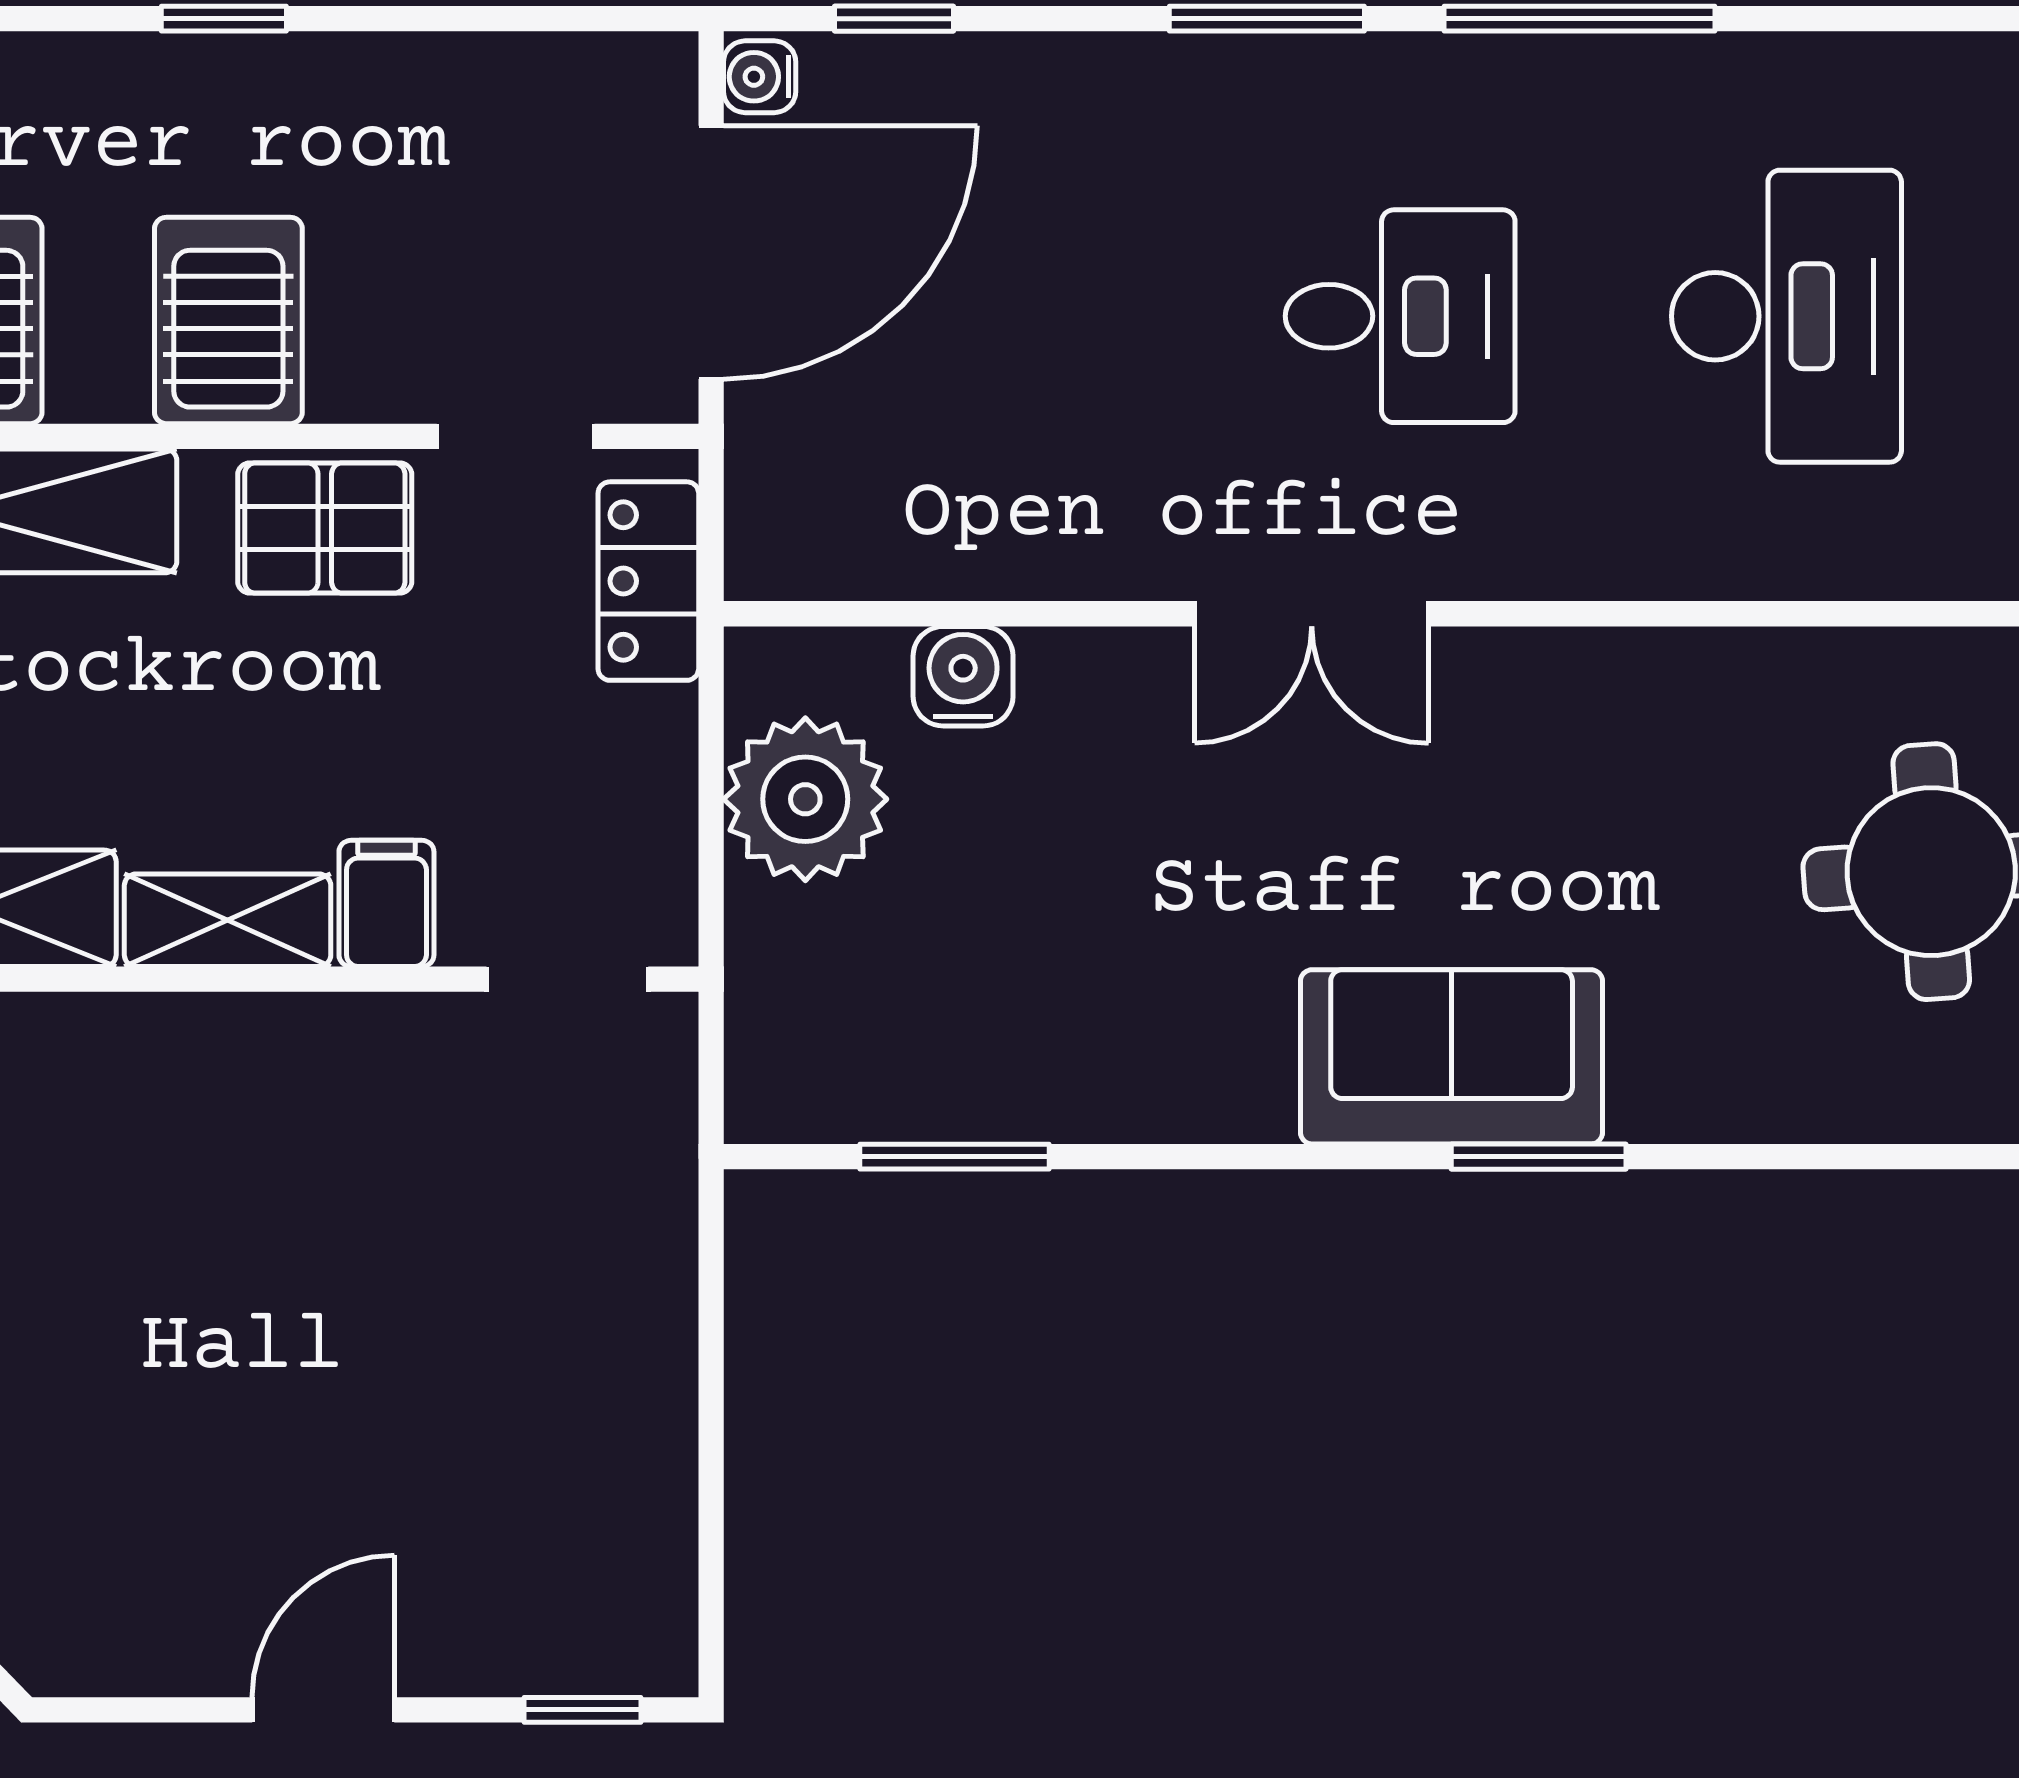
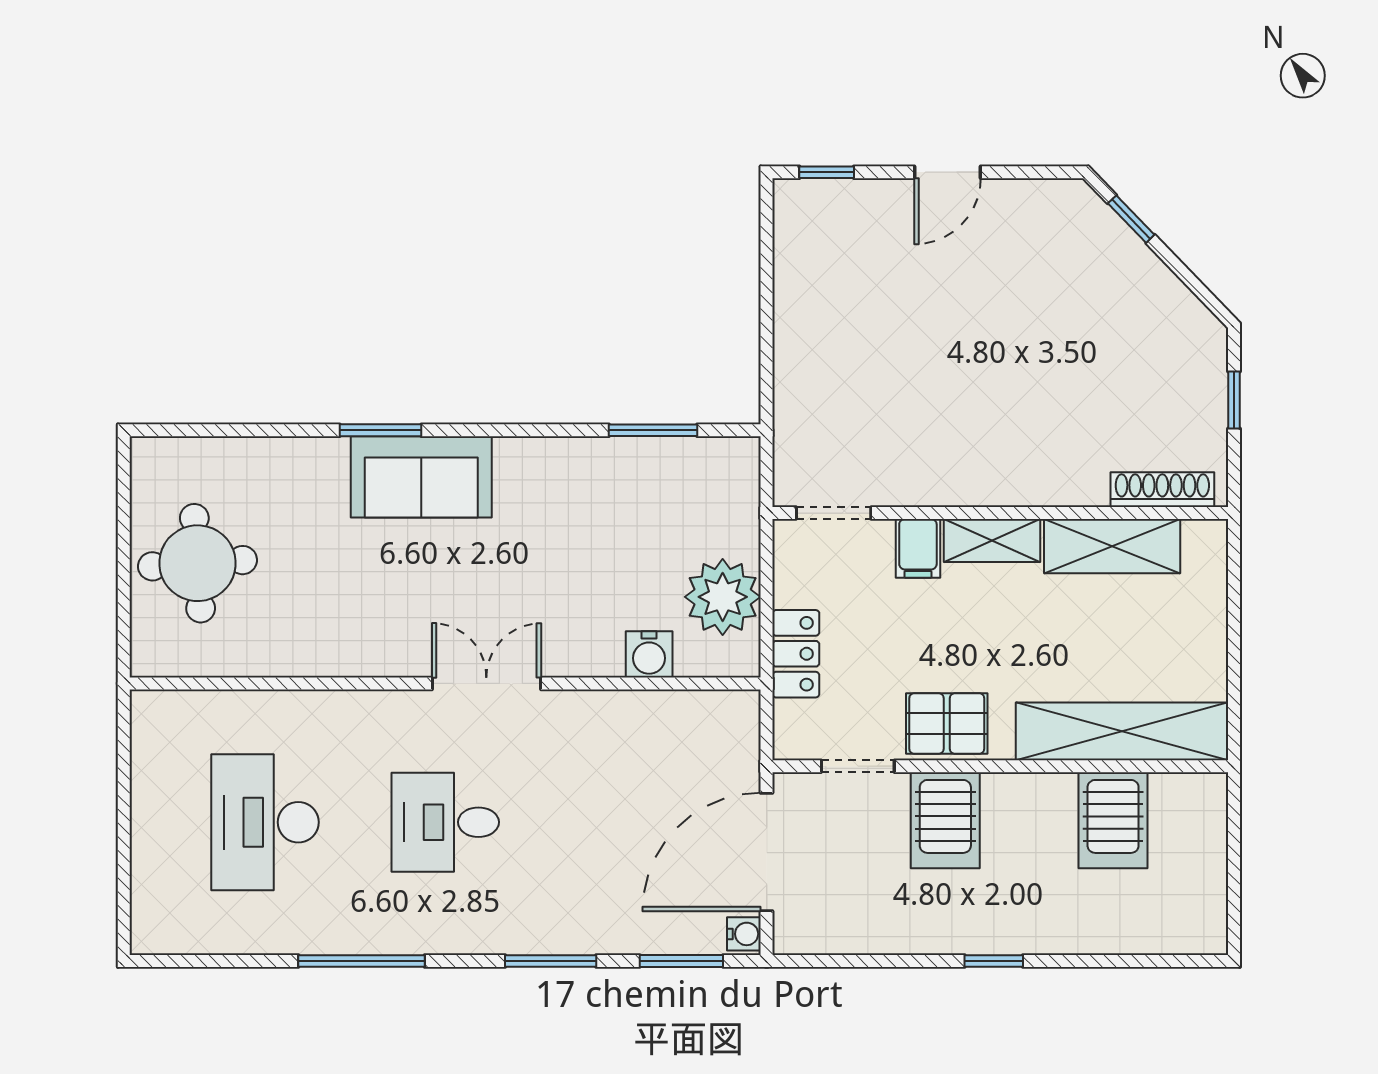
window: (894, 19) -> (681, 961), width x1.50
window: (1267, 19) -> (551, 961), moved
server rack: (228, 320) -> (945, 820), moved
locker: (648, 581) -> (796, 654), moved

